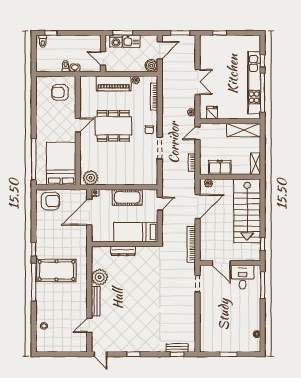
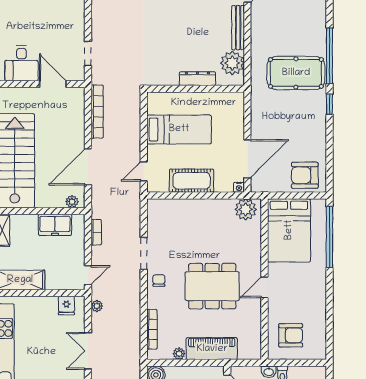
wall: (125, 244) -> (196, 89), moved
dresser: (123, 251) -> (197, 79), moved

